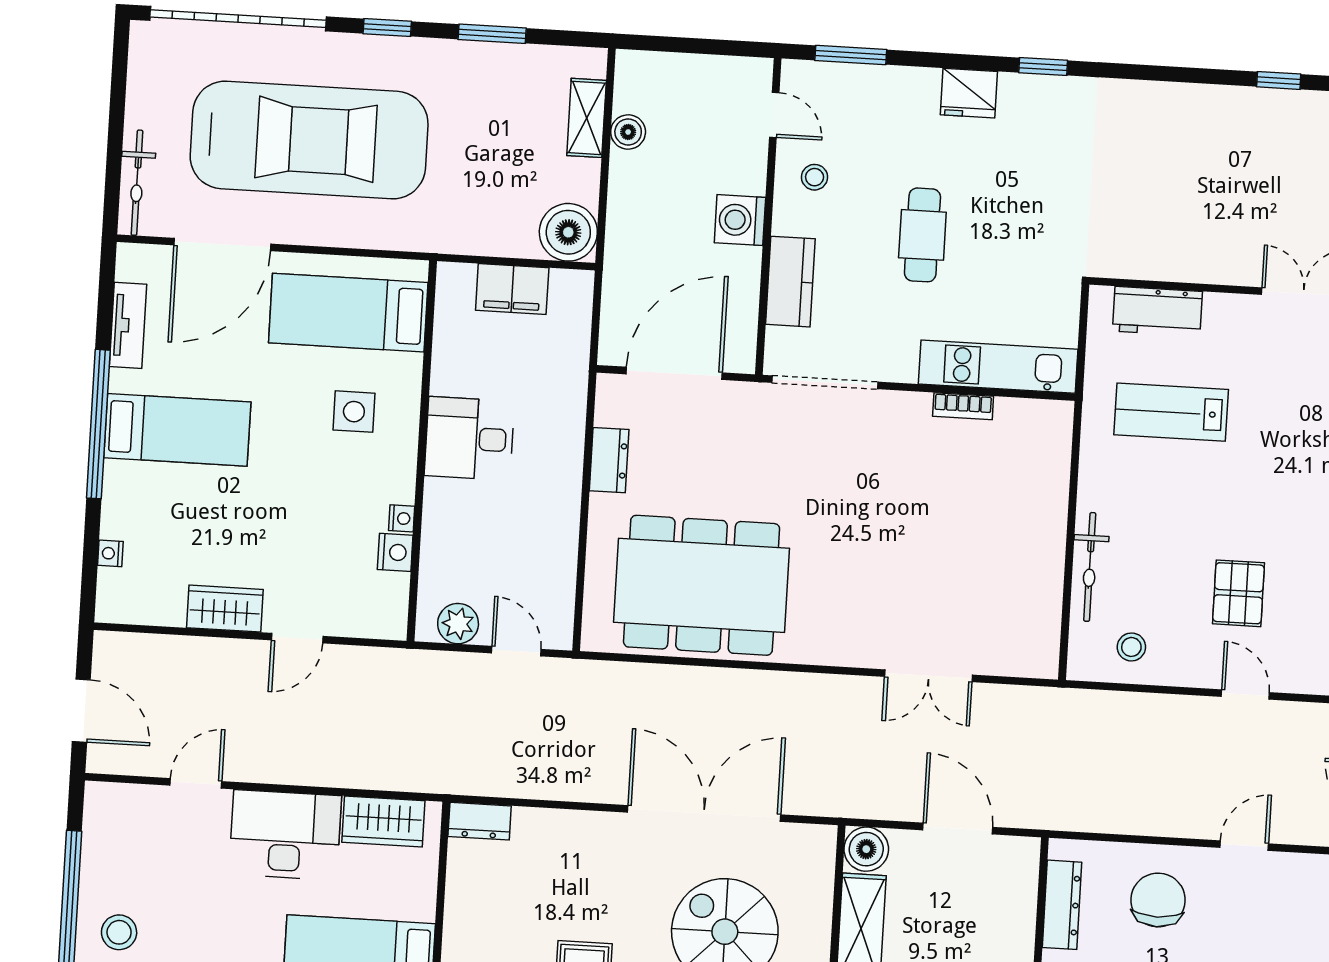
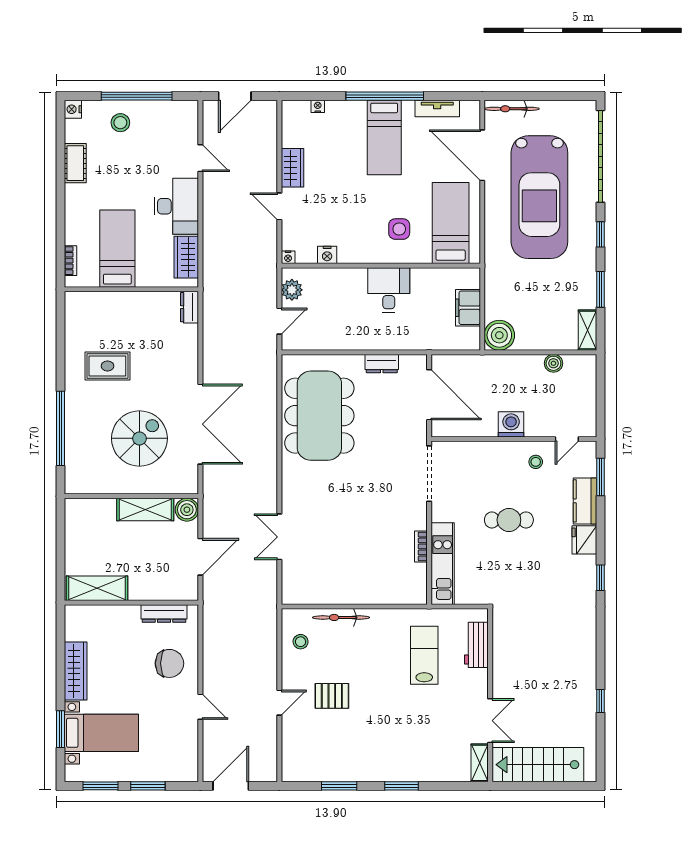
shelving: (587, 118) -> (587, 330), moved, turned 90
kitchen counter: (790, 282) -> (585, 501), moved, turned 90
nightstand: (402, 518) -> (288, 257), moved

